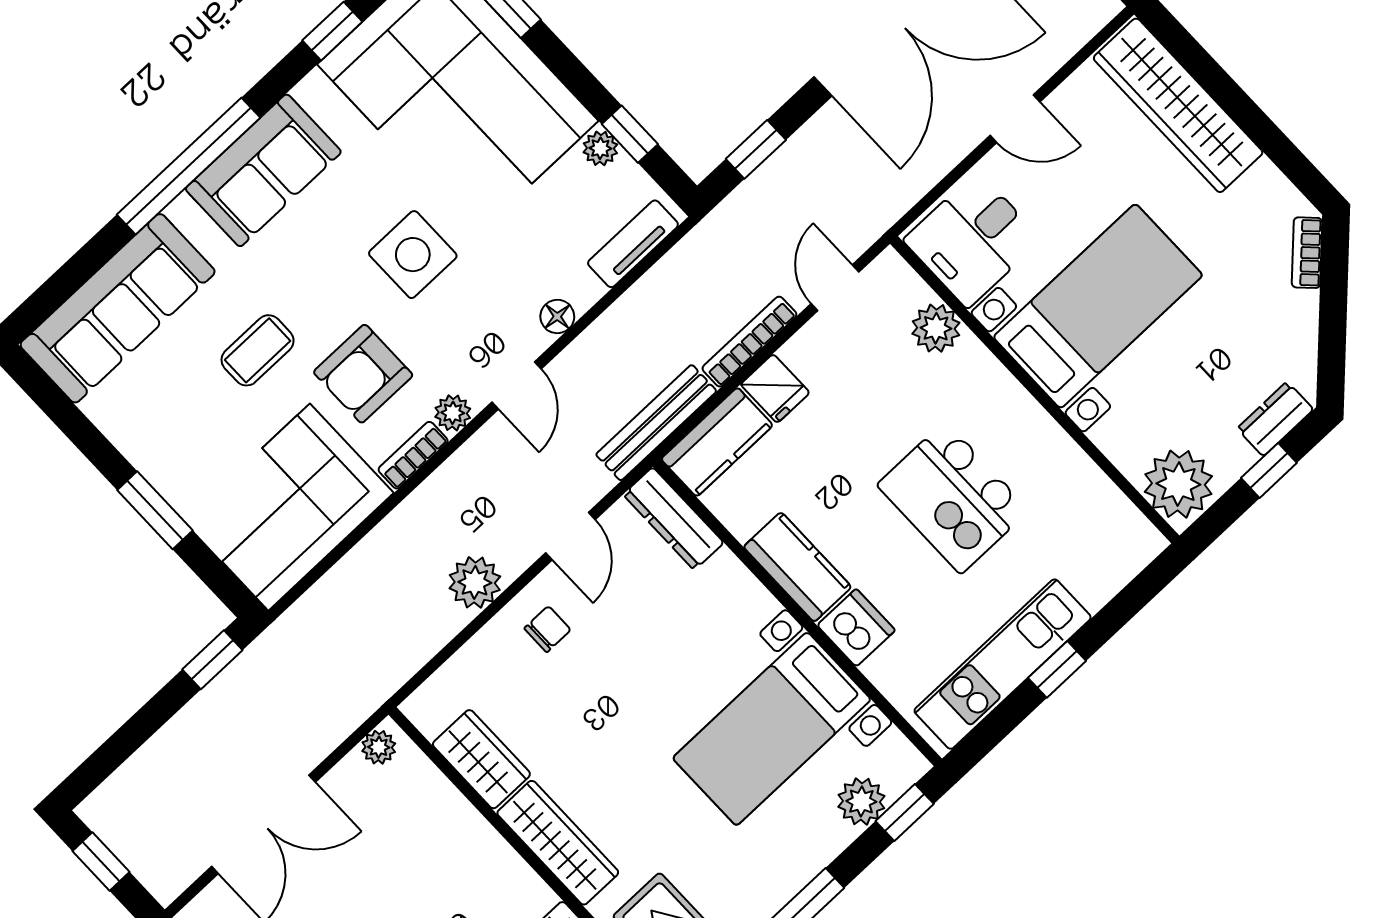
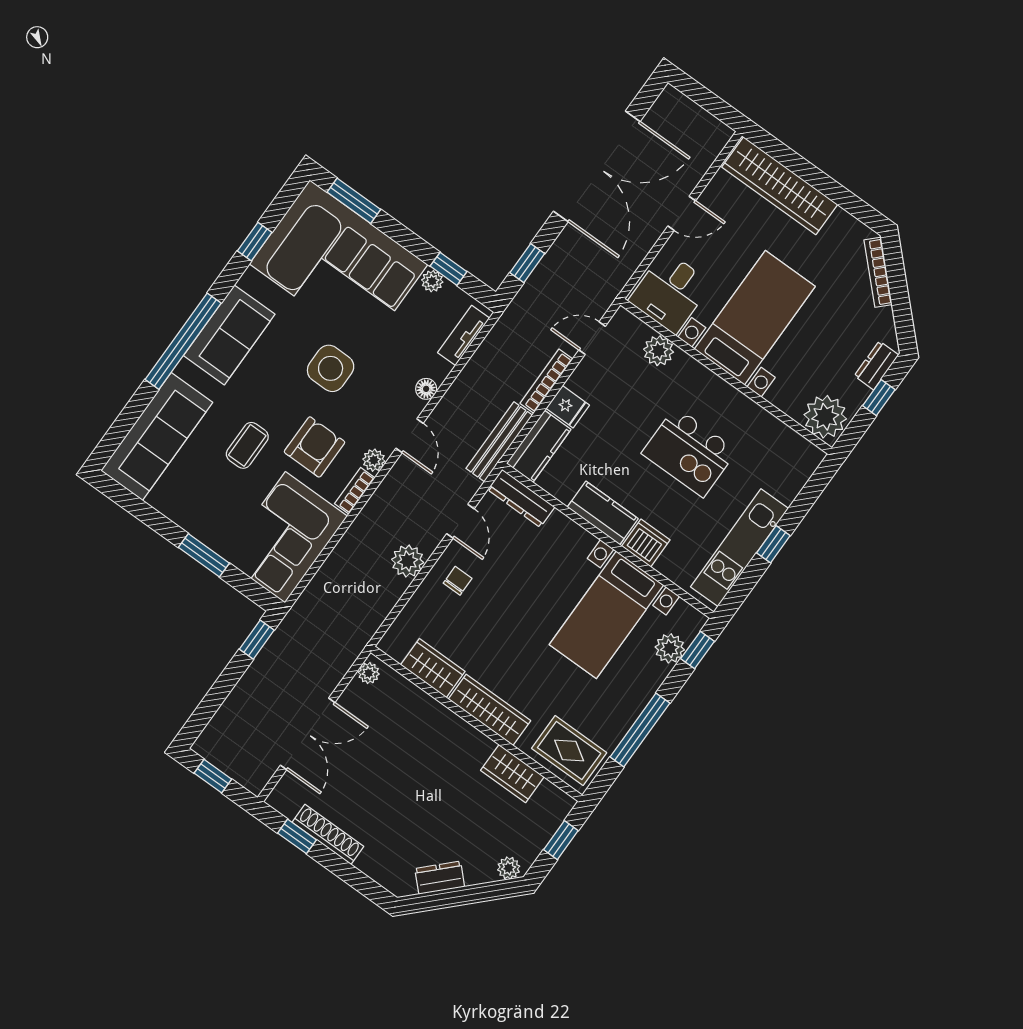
bookcase: (1307, 253) -> (878, 272), width x1.56
door: (835, 288) -> (592, 338), hinge flipped
armchair: (363, 374) -> (314, 447), turned 180

